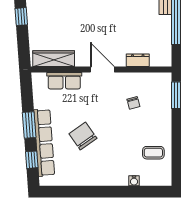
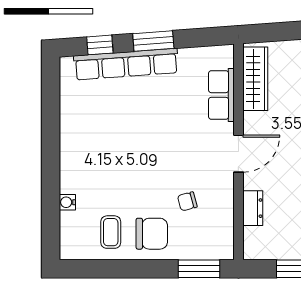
chair: (83, 136) -> (152, 234), moved, turned 35

